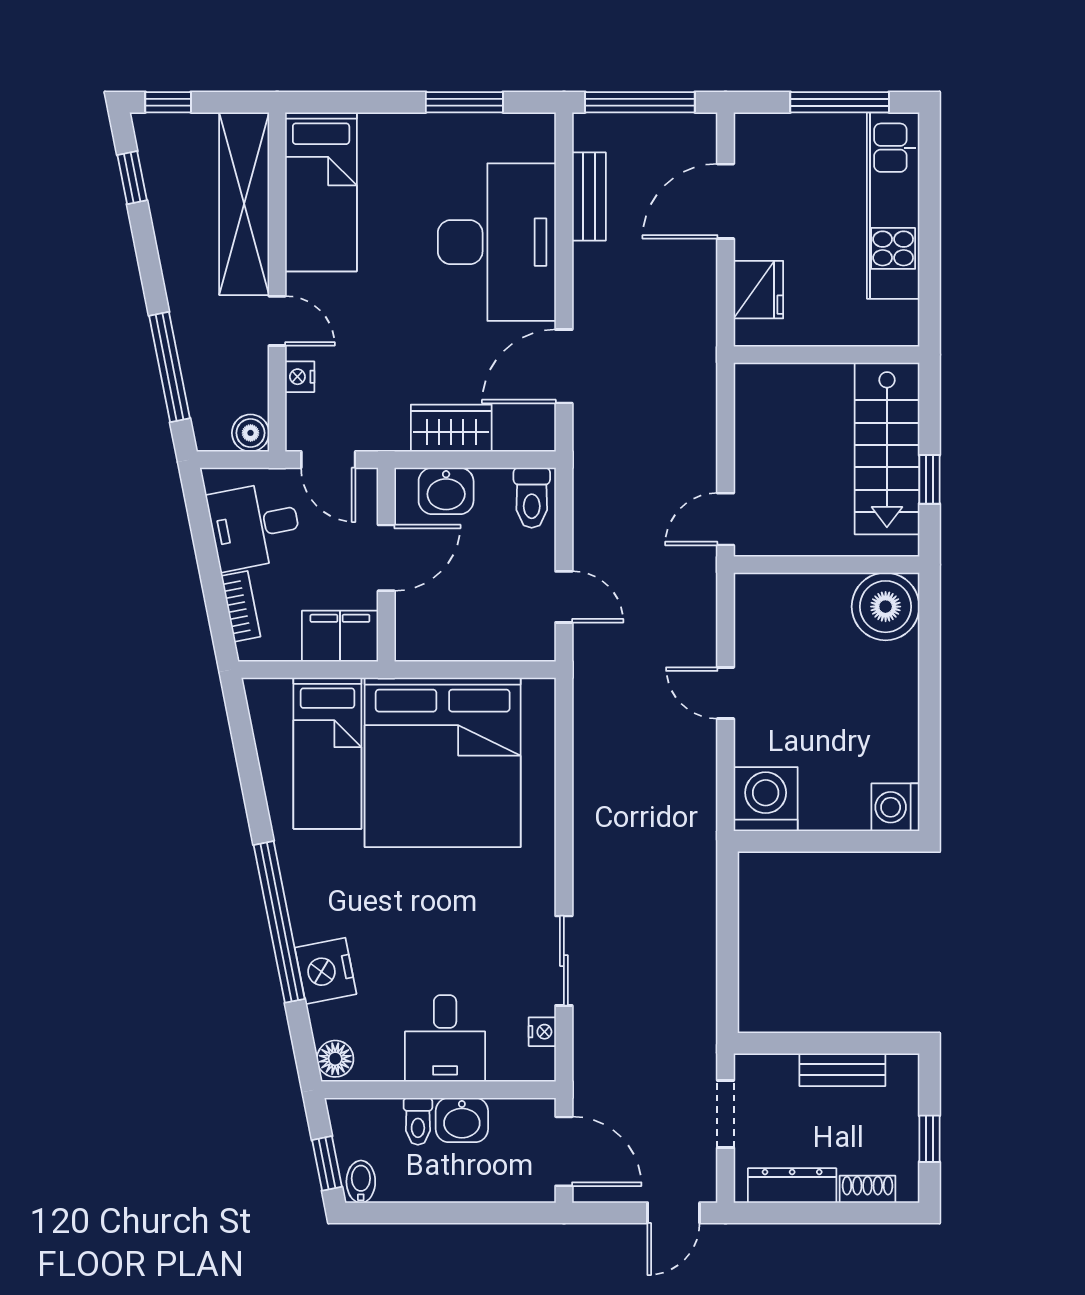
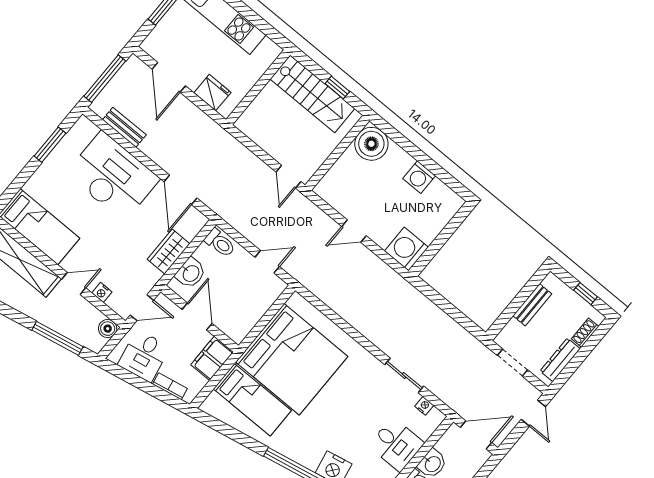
washing machine: (895, 807) -> (419, 177), moved

